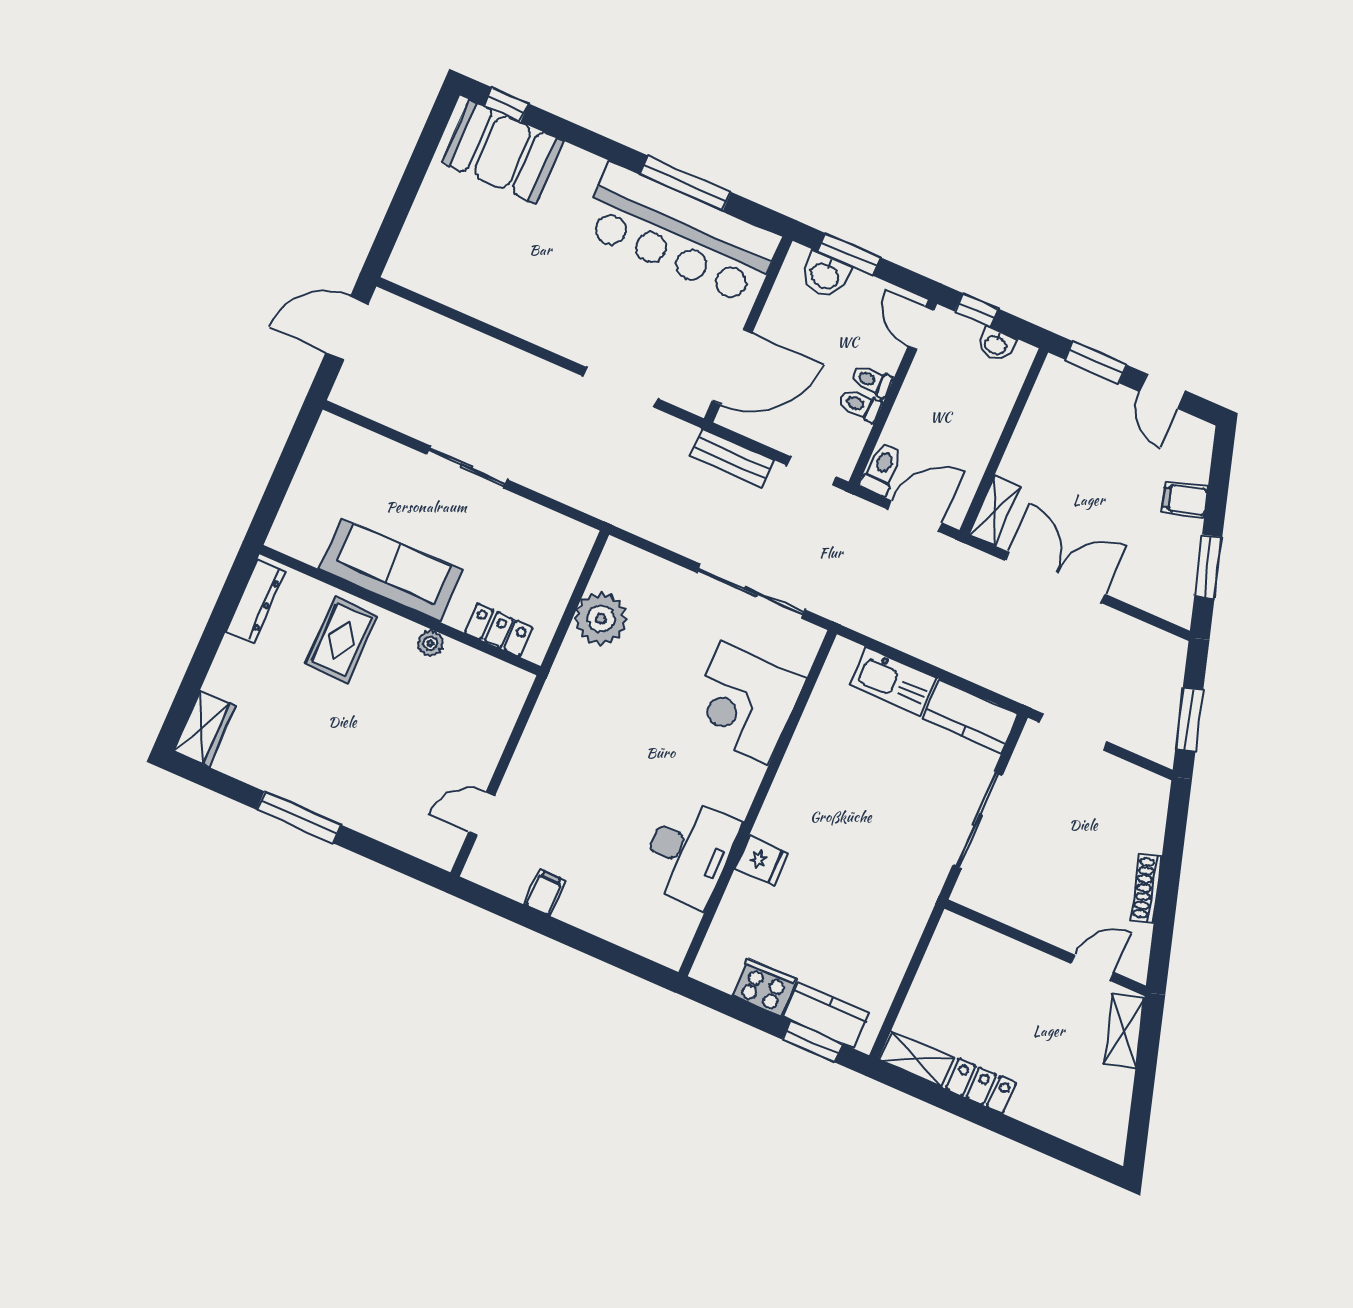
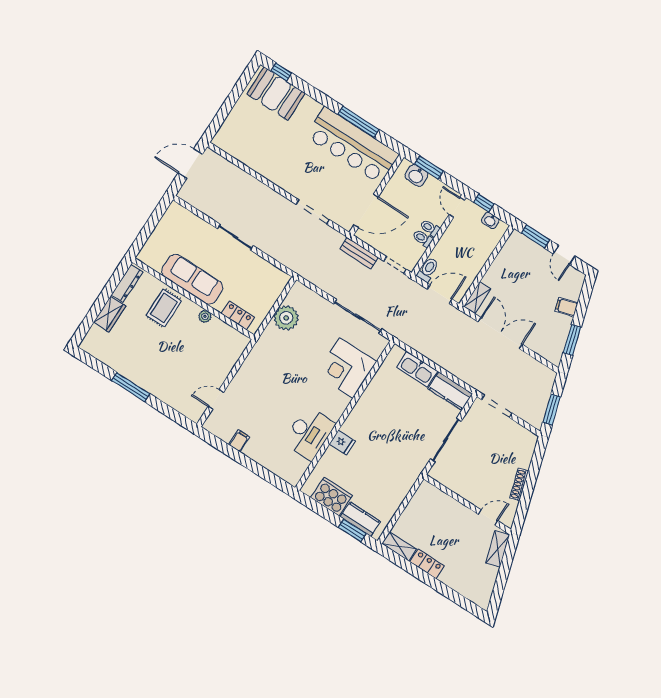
wardrobe: (204, 728) -> (109, 314), moved
cooker: (764, 987) -> (332, 496), width x1.37, depth x1.31

